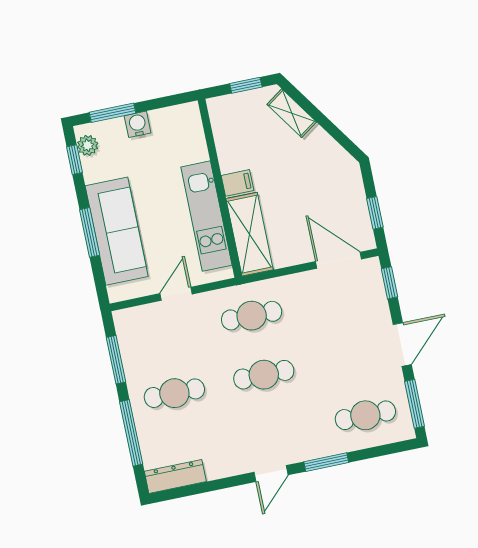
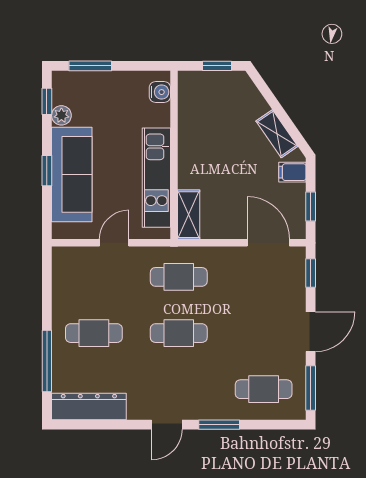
shelving: (292, 113) -> (277, 134), moved
water cooler: (138, 124) -> (160, 92), moved, turned 90
plant: (88, 145) -> (61, 115), moved
filing cabinet: (238, 183) -> (292, 172), moved, turned 180
window: (90, 232) -> (47, 171), width x0.67
shelving: (250, 234) -> (189, 215), width x0.67, depth x0.75
window: (116, 360) -> (47, 292), removed
dresser: (175, 476) -> (89, 406), width x1.37, depth x1.24

